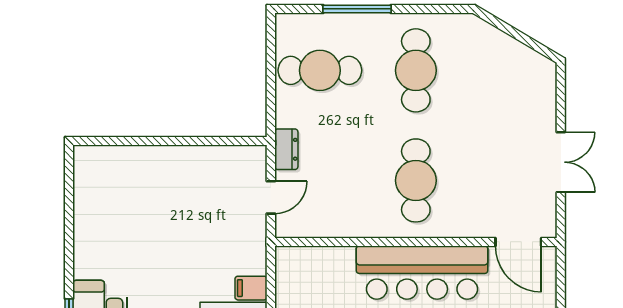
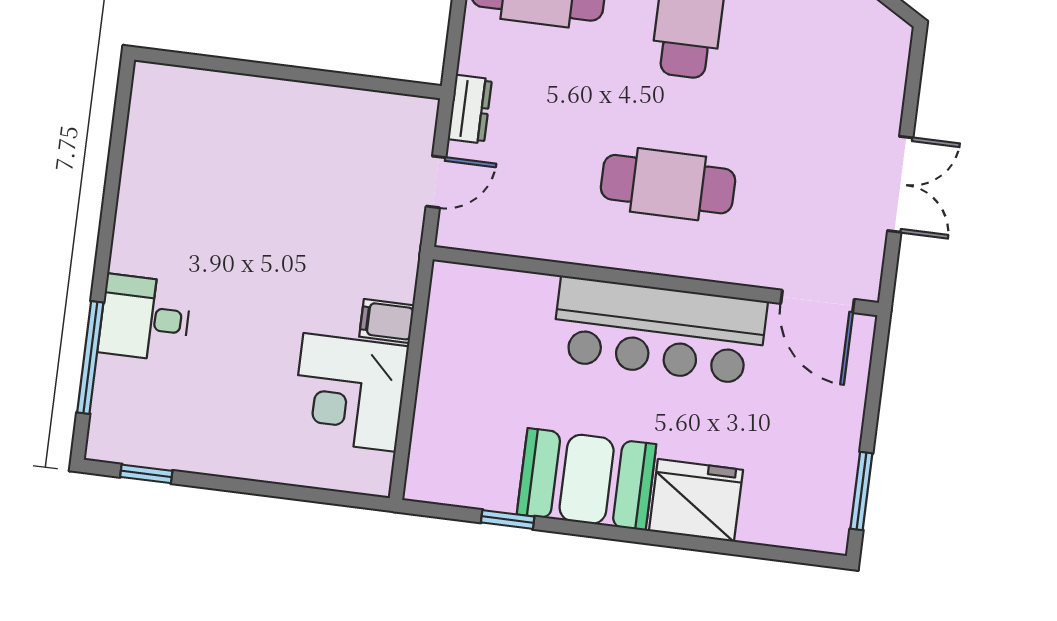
cafe table: (416, 180) -> (668, 184), turned 90

